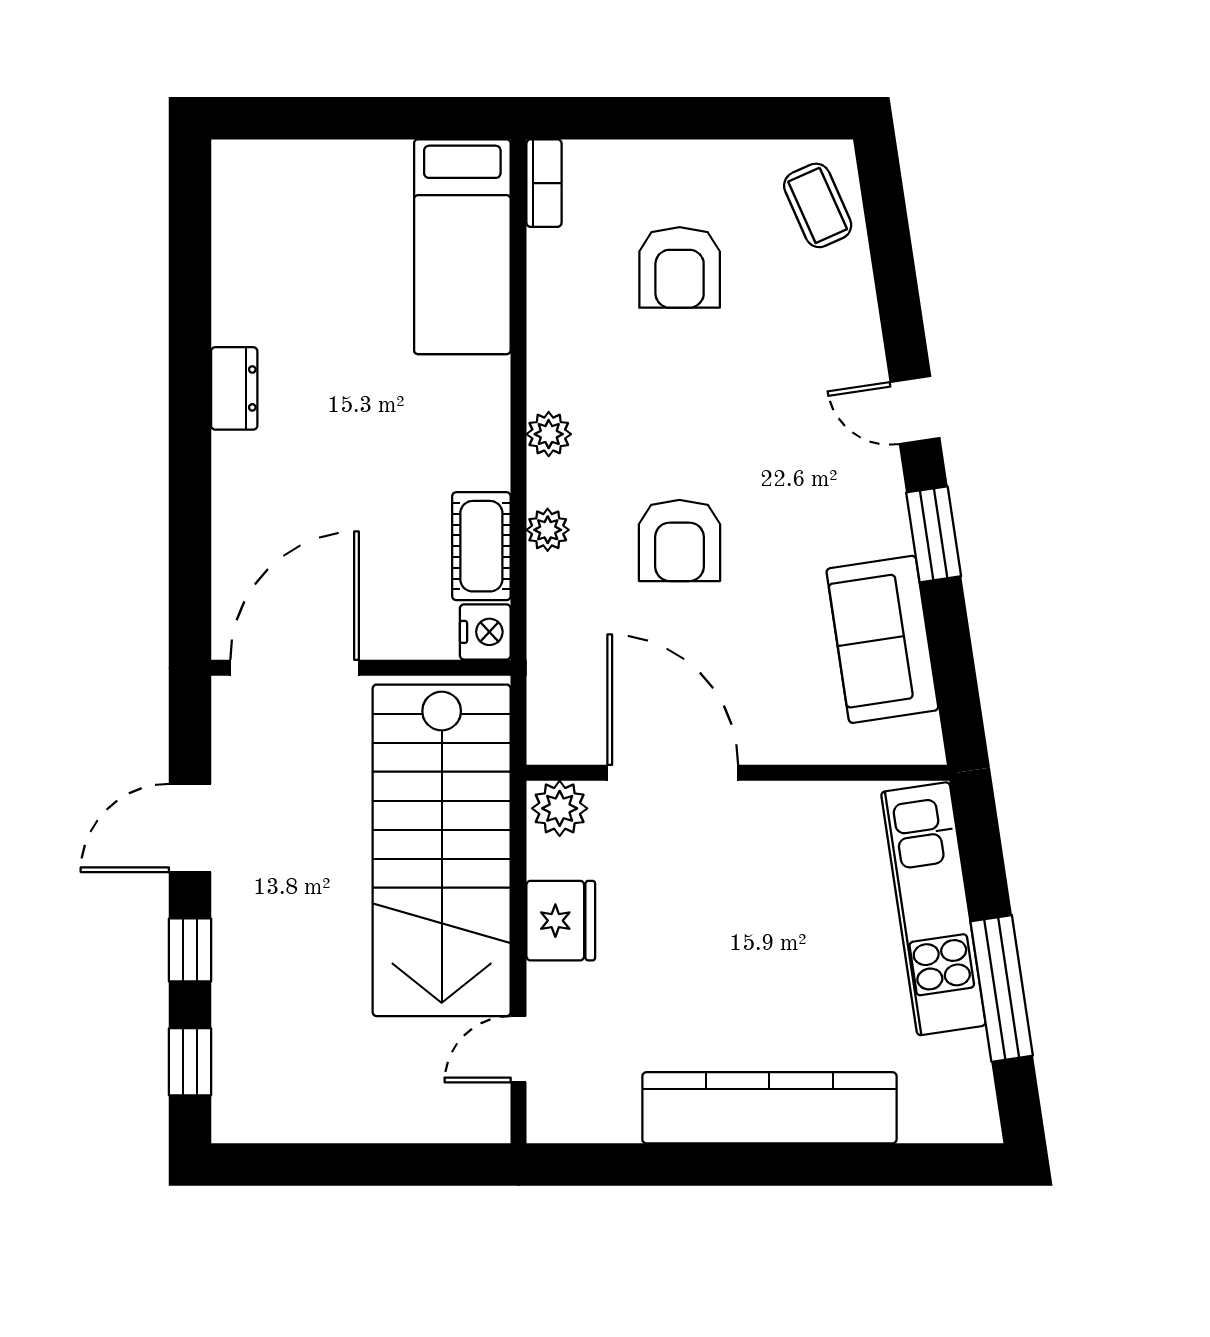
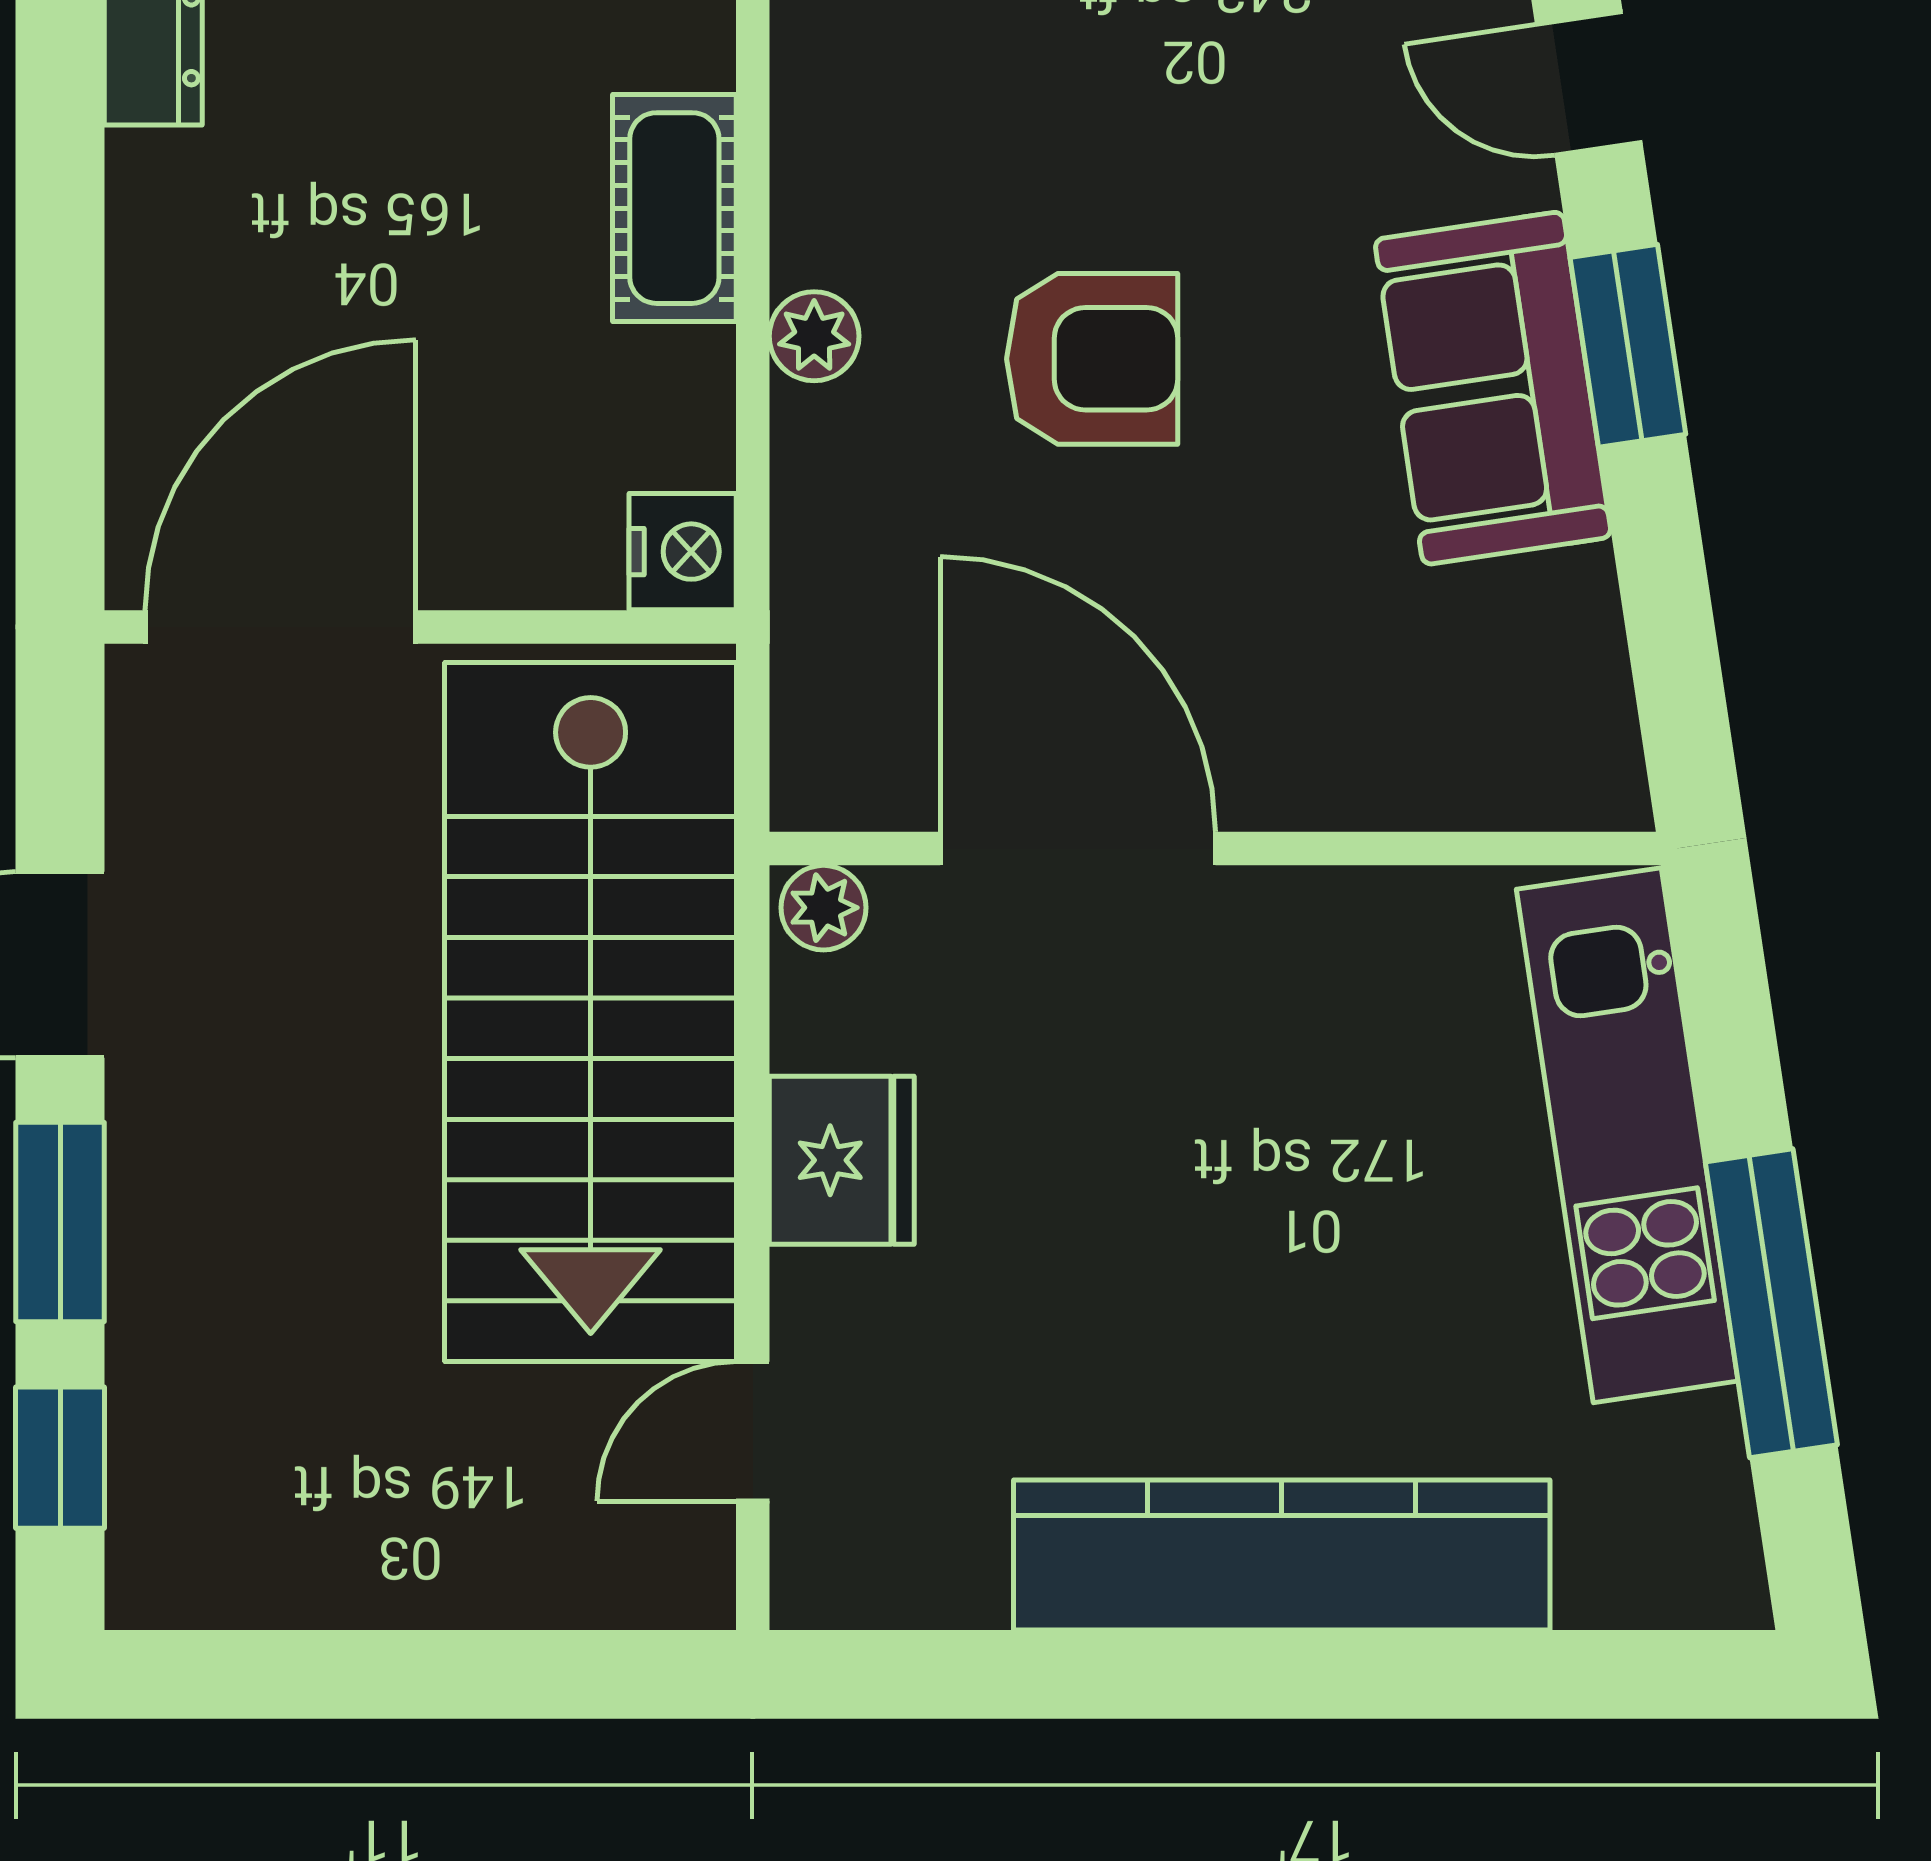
plant: (549, 434) -> (816, 134), removed
armchair: (679, 540) -> (1092, 359), turned -90
cot: (481, 546) -> (674, 208), moved
sofa: (882, 639) -> (1493, 388), moved
plant: (560, 808) -> (823, 908), width x0.73, depth x0.73
window: (190, 950) -> (60, 1222), width x1.50

